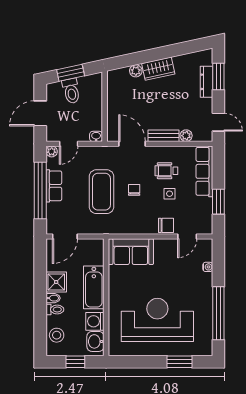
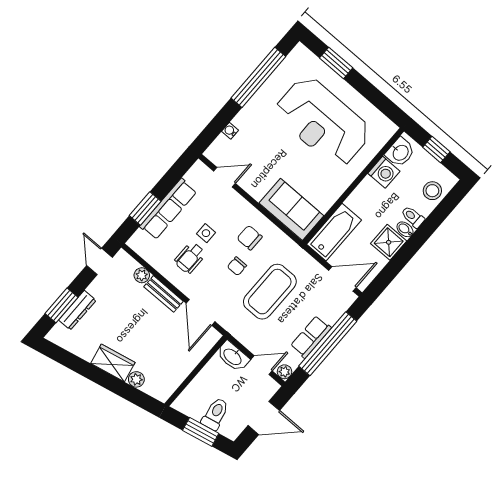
washbasin: (96, 136) -> (233, 356), width x1.91, depth x1.45
wheelchair: (166, 171) -> (190, 258), turned 90
row of seats: (204, 171) -> (168, 209), moved
window: (218, 202) -> (145, 208), moved
chair: (166, 225) -> (250, 238), moved
bathtub: (94, 287) -> (334, 232), moved

